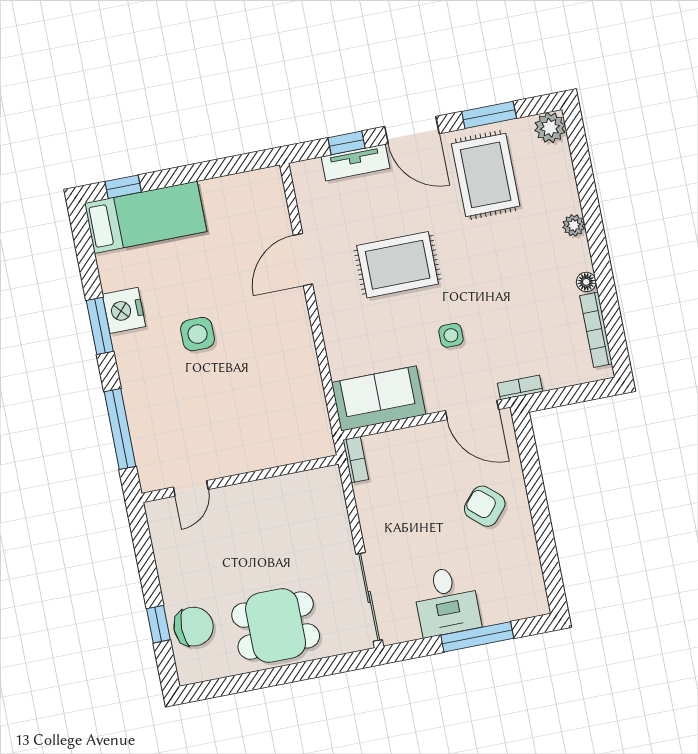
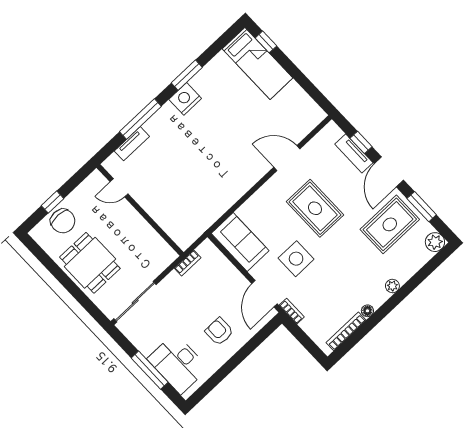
nightstand: (124, 310) -> (185, 99), moved
side table: (198, 334) -> (214, 128), removed
side table: (451, 335) -> (296, 259), width x1.87, depth x1.87
bookcase: (356, 460) -> (188, 263), moved
tv unit: (147, 463) -> (132, 144), added
wall: (240, 479) -> (140, 210), moved
door: (191, 488) -> (119, 188), moved
armchair: (485, 506) -> (219, 331), turned -41
desk: (447, 601) -> (178, 364), moved, width x1.37

